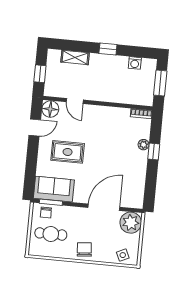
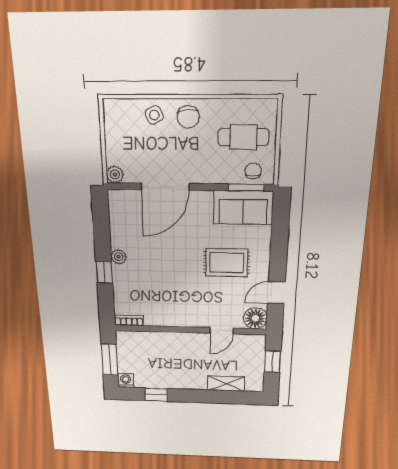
window: (108, 49) -> (156, 395), moved
washing machine: (135, 63) -> (126, 381), moved
door: (75, 101) -> (222, 331), swing flipped
plant: (144, 145) -> (119, 257), moved
plant: (131, 223) -> (115, 174), width x0.53, depth x0.53
side table: (123, 255) -> (154, 115), moved

